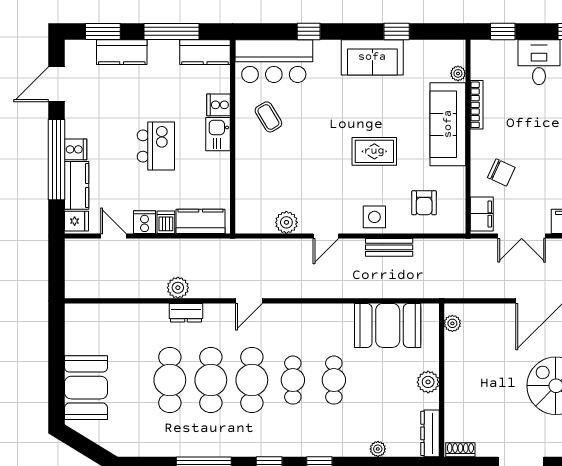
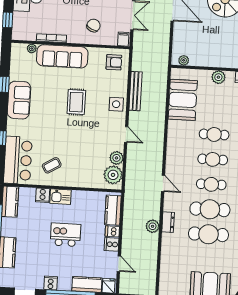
cooker: (76, 149) -> (51, 283), moved
armchair: (424, 203) -> (114, 62), moved
filing cabinet: (482, 214) -> (123, 39), width x0.50
plant: (258, 218) -> (113, 175), added
door: (113, 236) -> (119, 264), swing flipped
bench: (389, 247) -> (136, 91), width x1.36
cafe table: (252, 380) -> (211, 184), width x0.73, depth x0.74

